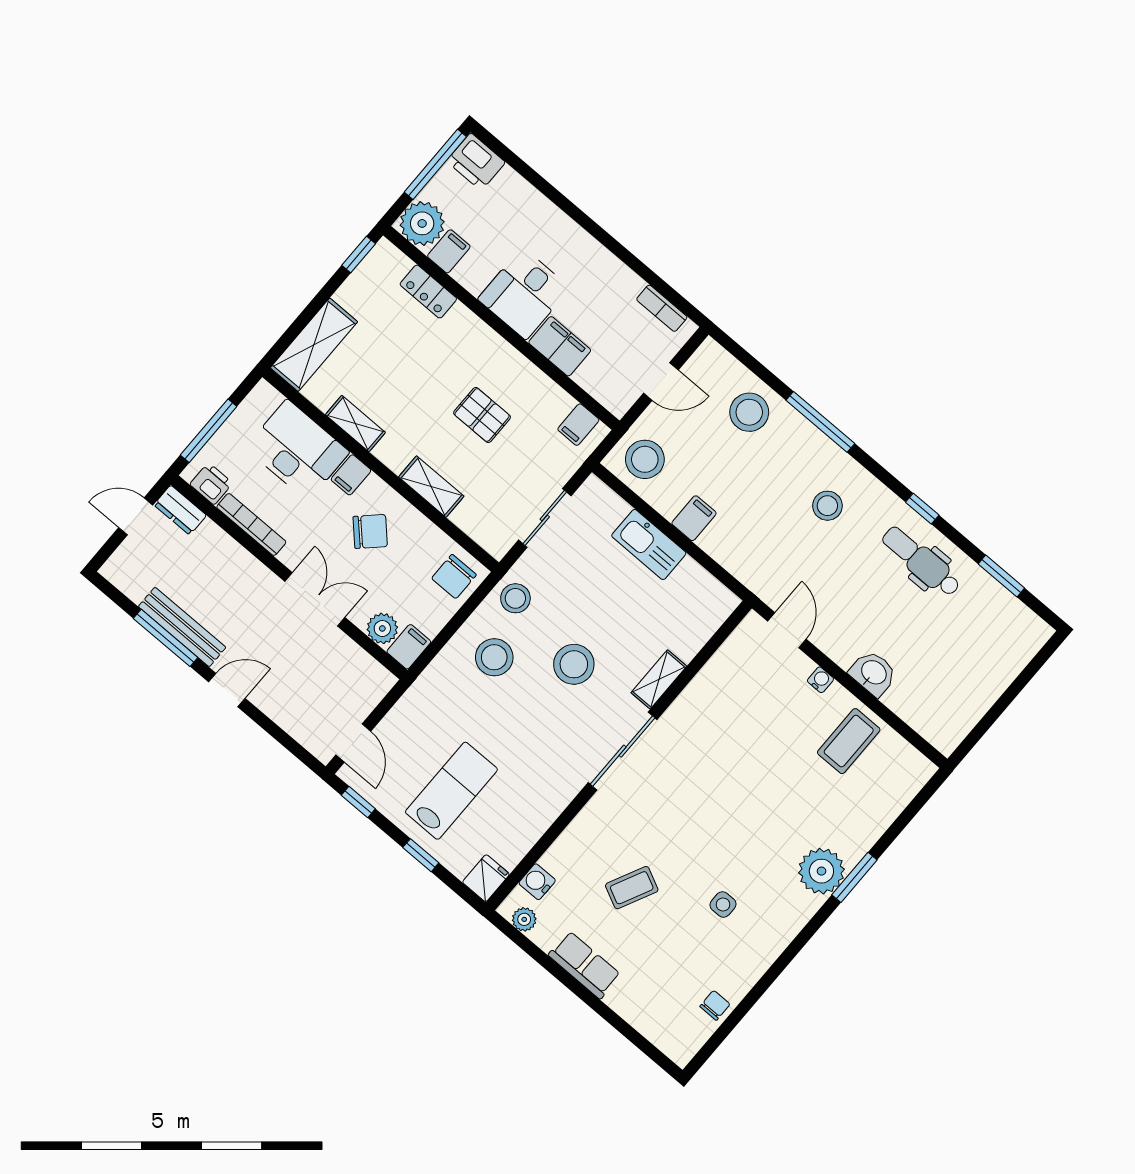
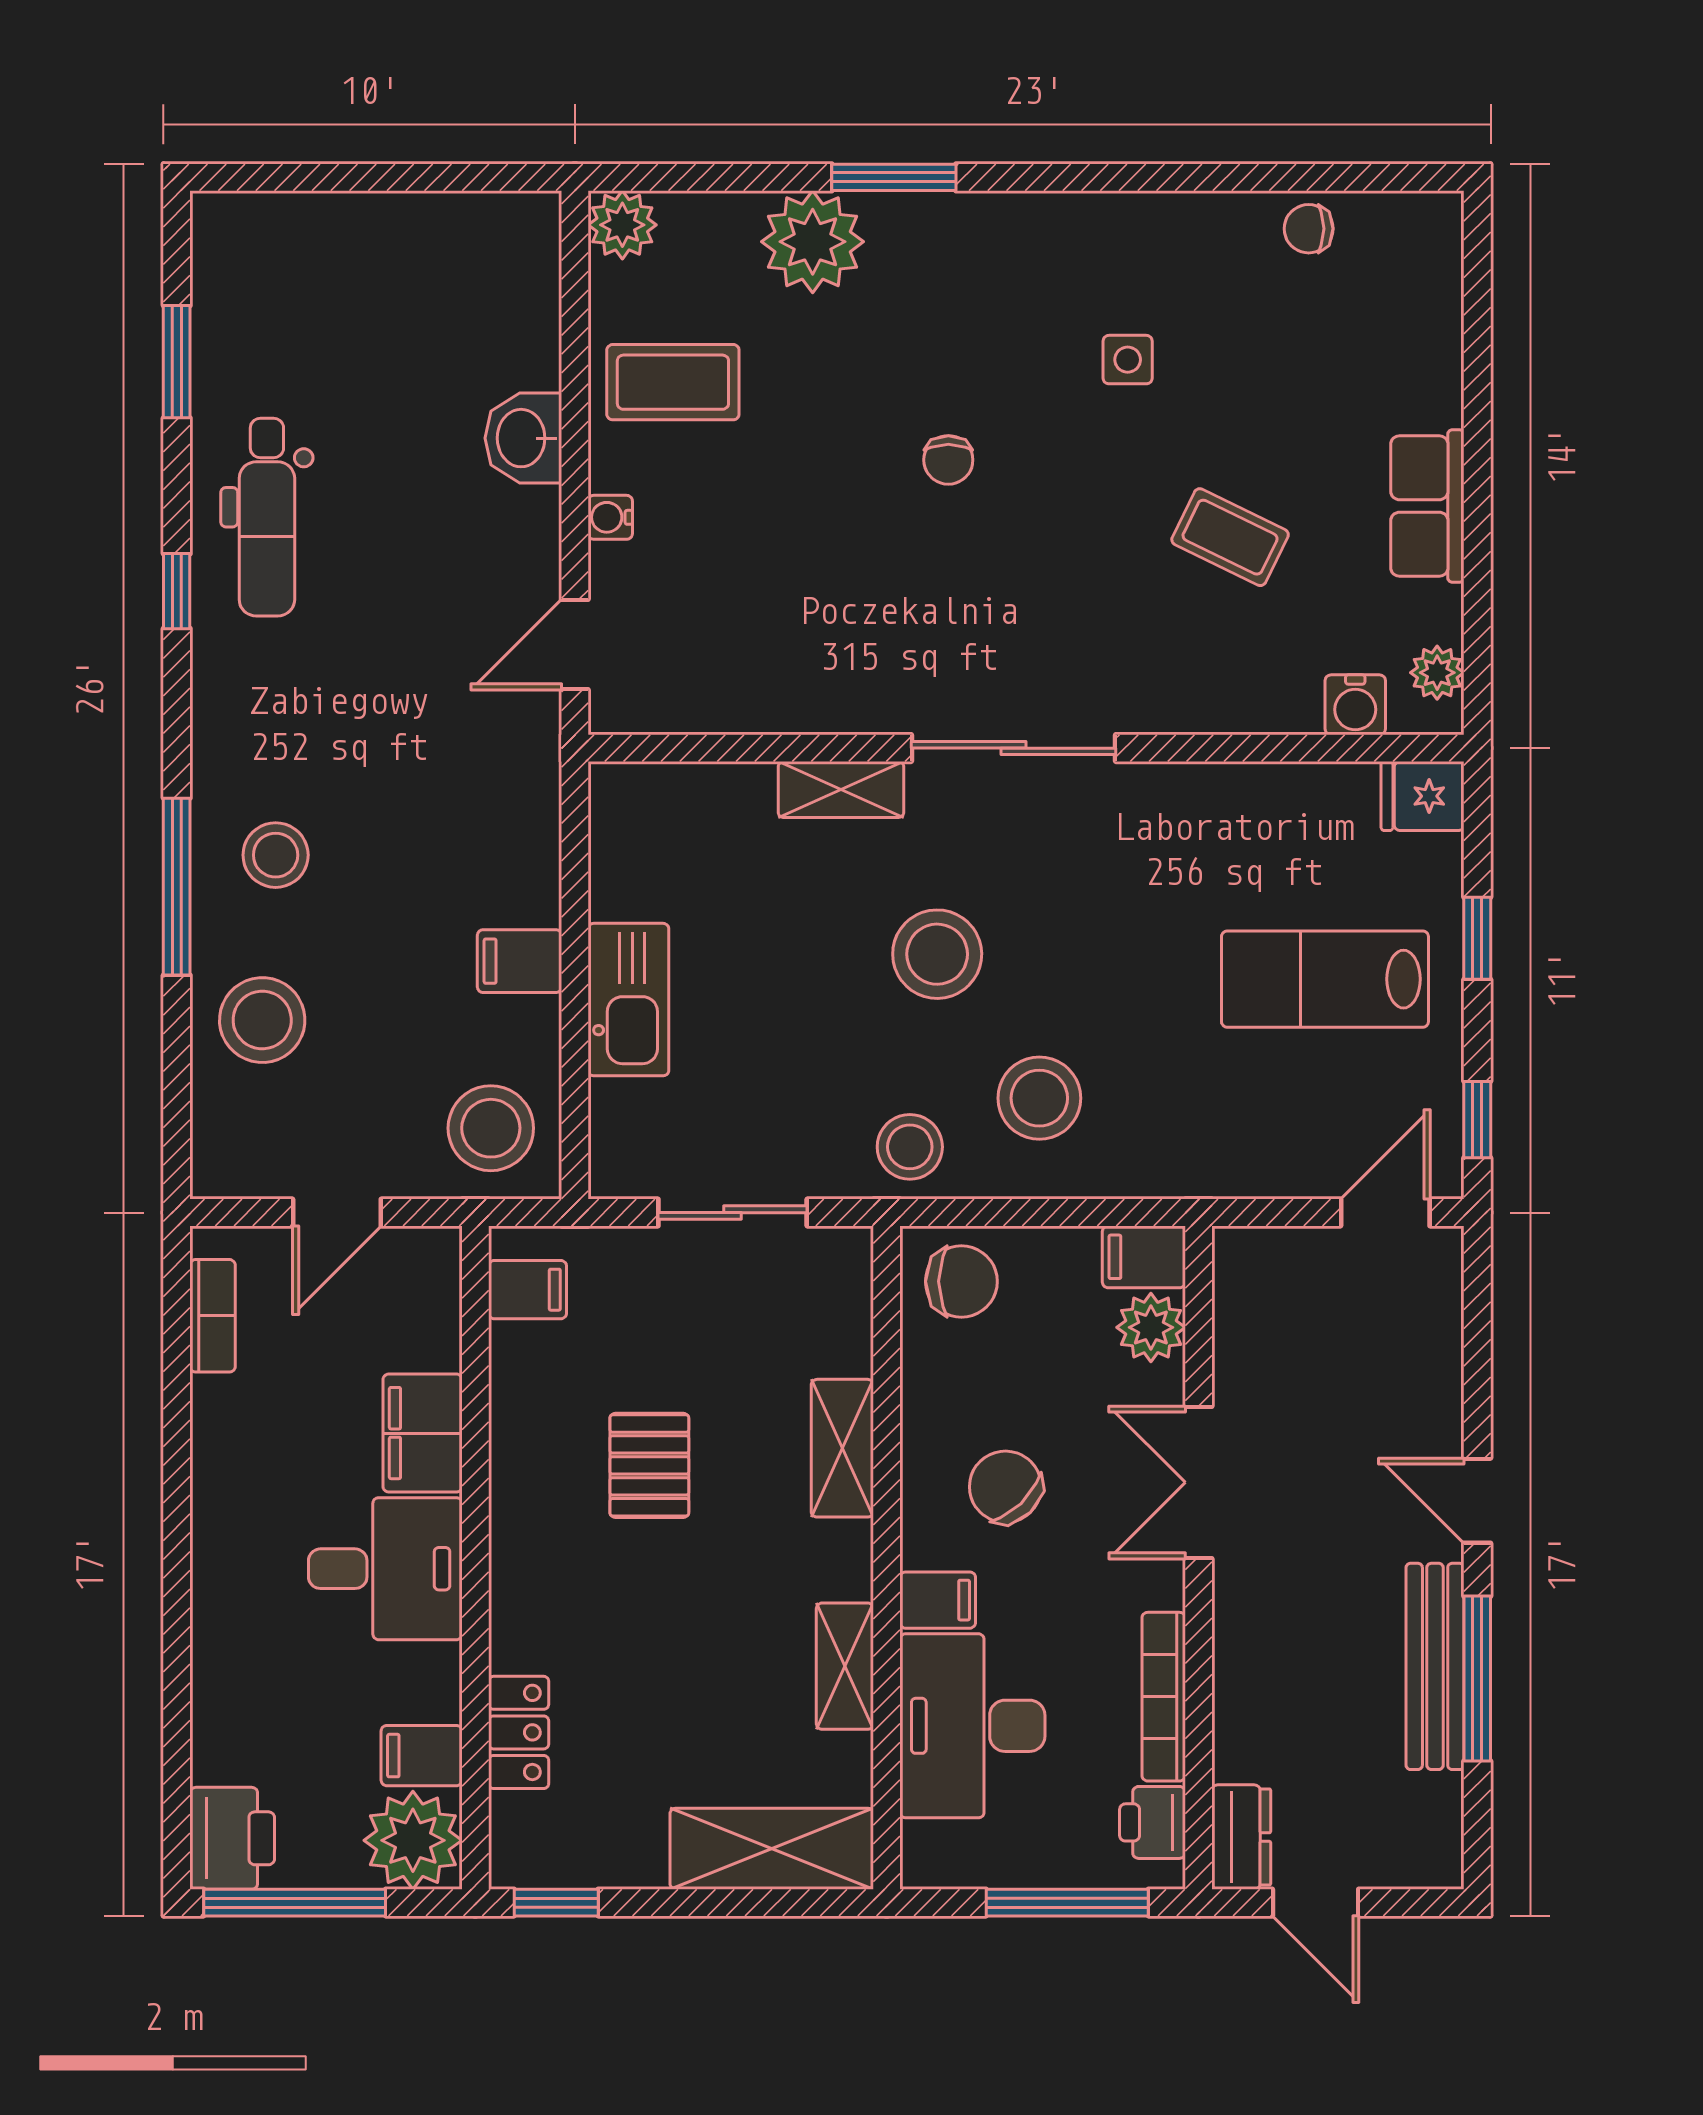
door: (661, 381) -> (337, 1213), swing flipped
stool: (827, 506) -> (276, 855), moved
plant: (918, 770) -> (622, 225), added
chair: (741, 813) -> (948, 460), added
plant: (821, 871) -> (813, 242), moved

